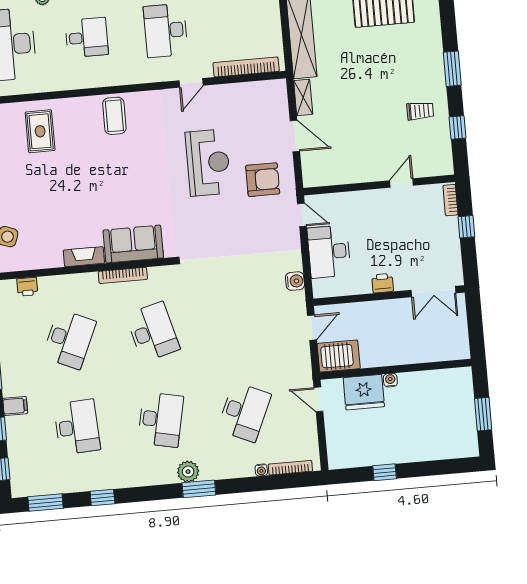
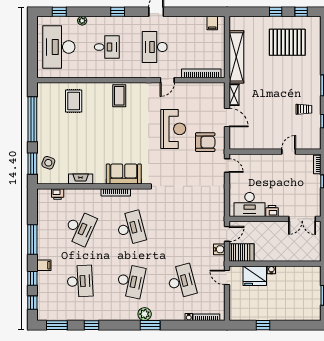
desk: (329, 252) -> (250, 204), moved, turned -90
fireplace: (84, 257) -> (81, 179), moved
water cooler: (295, 281) -> (219, 249), moved
desk: (244, 412) -> (182, 281), turned -39

